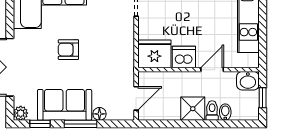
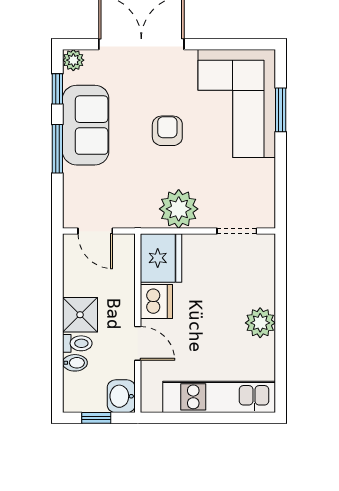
plant: (121, 42) -> (179, 209), added
floor lamp: (99, 114) -> (72, 177), removed

